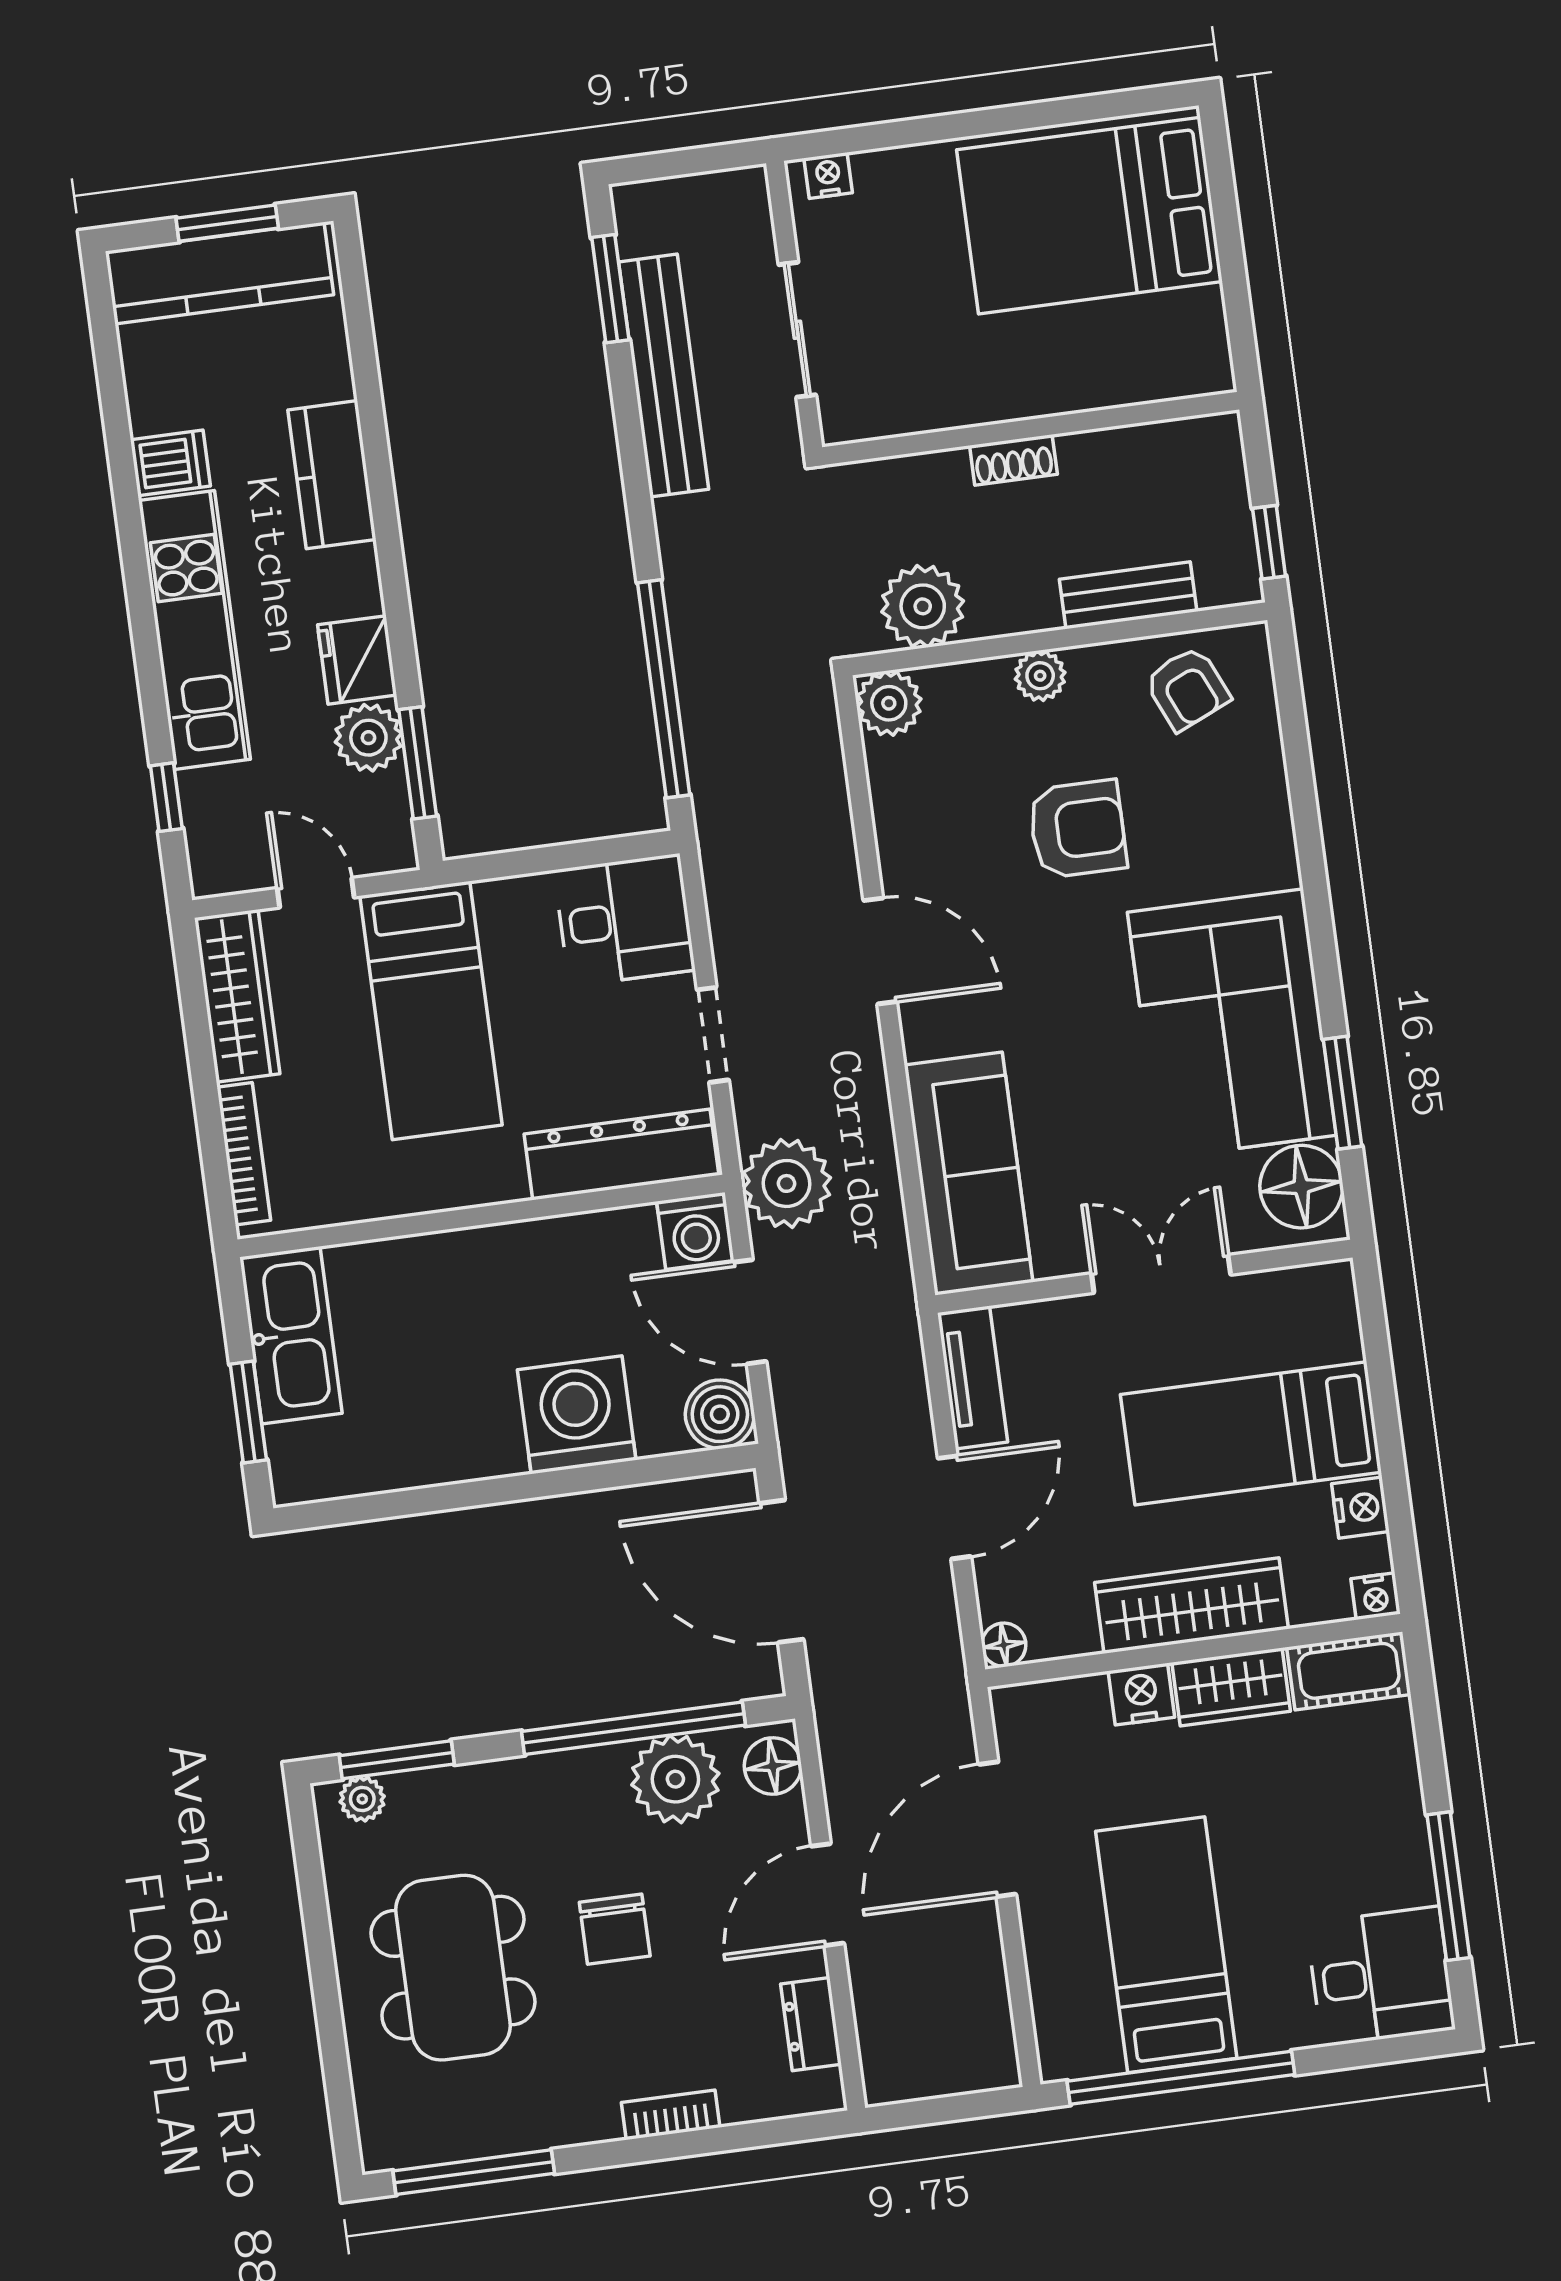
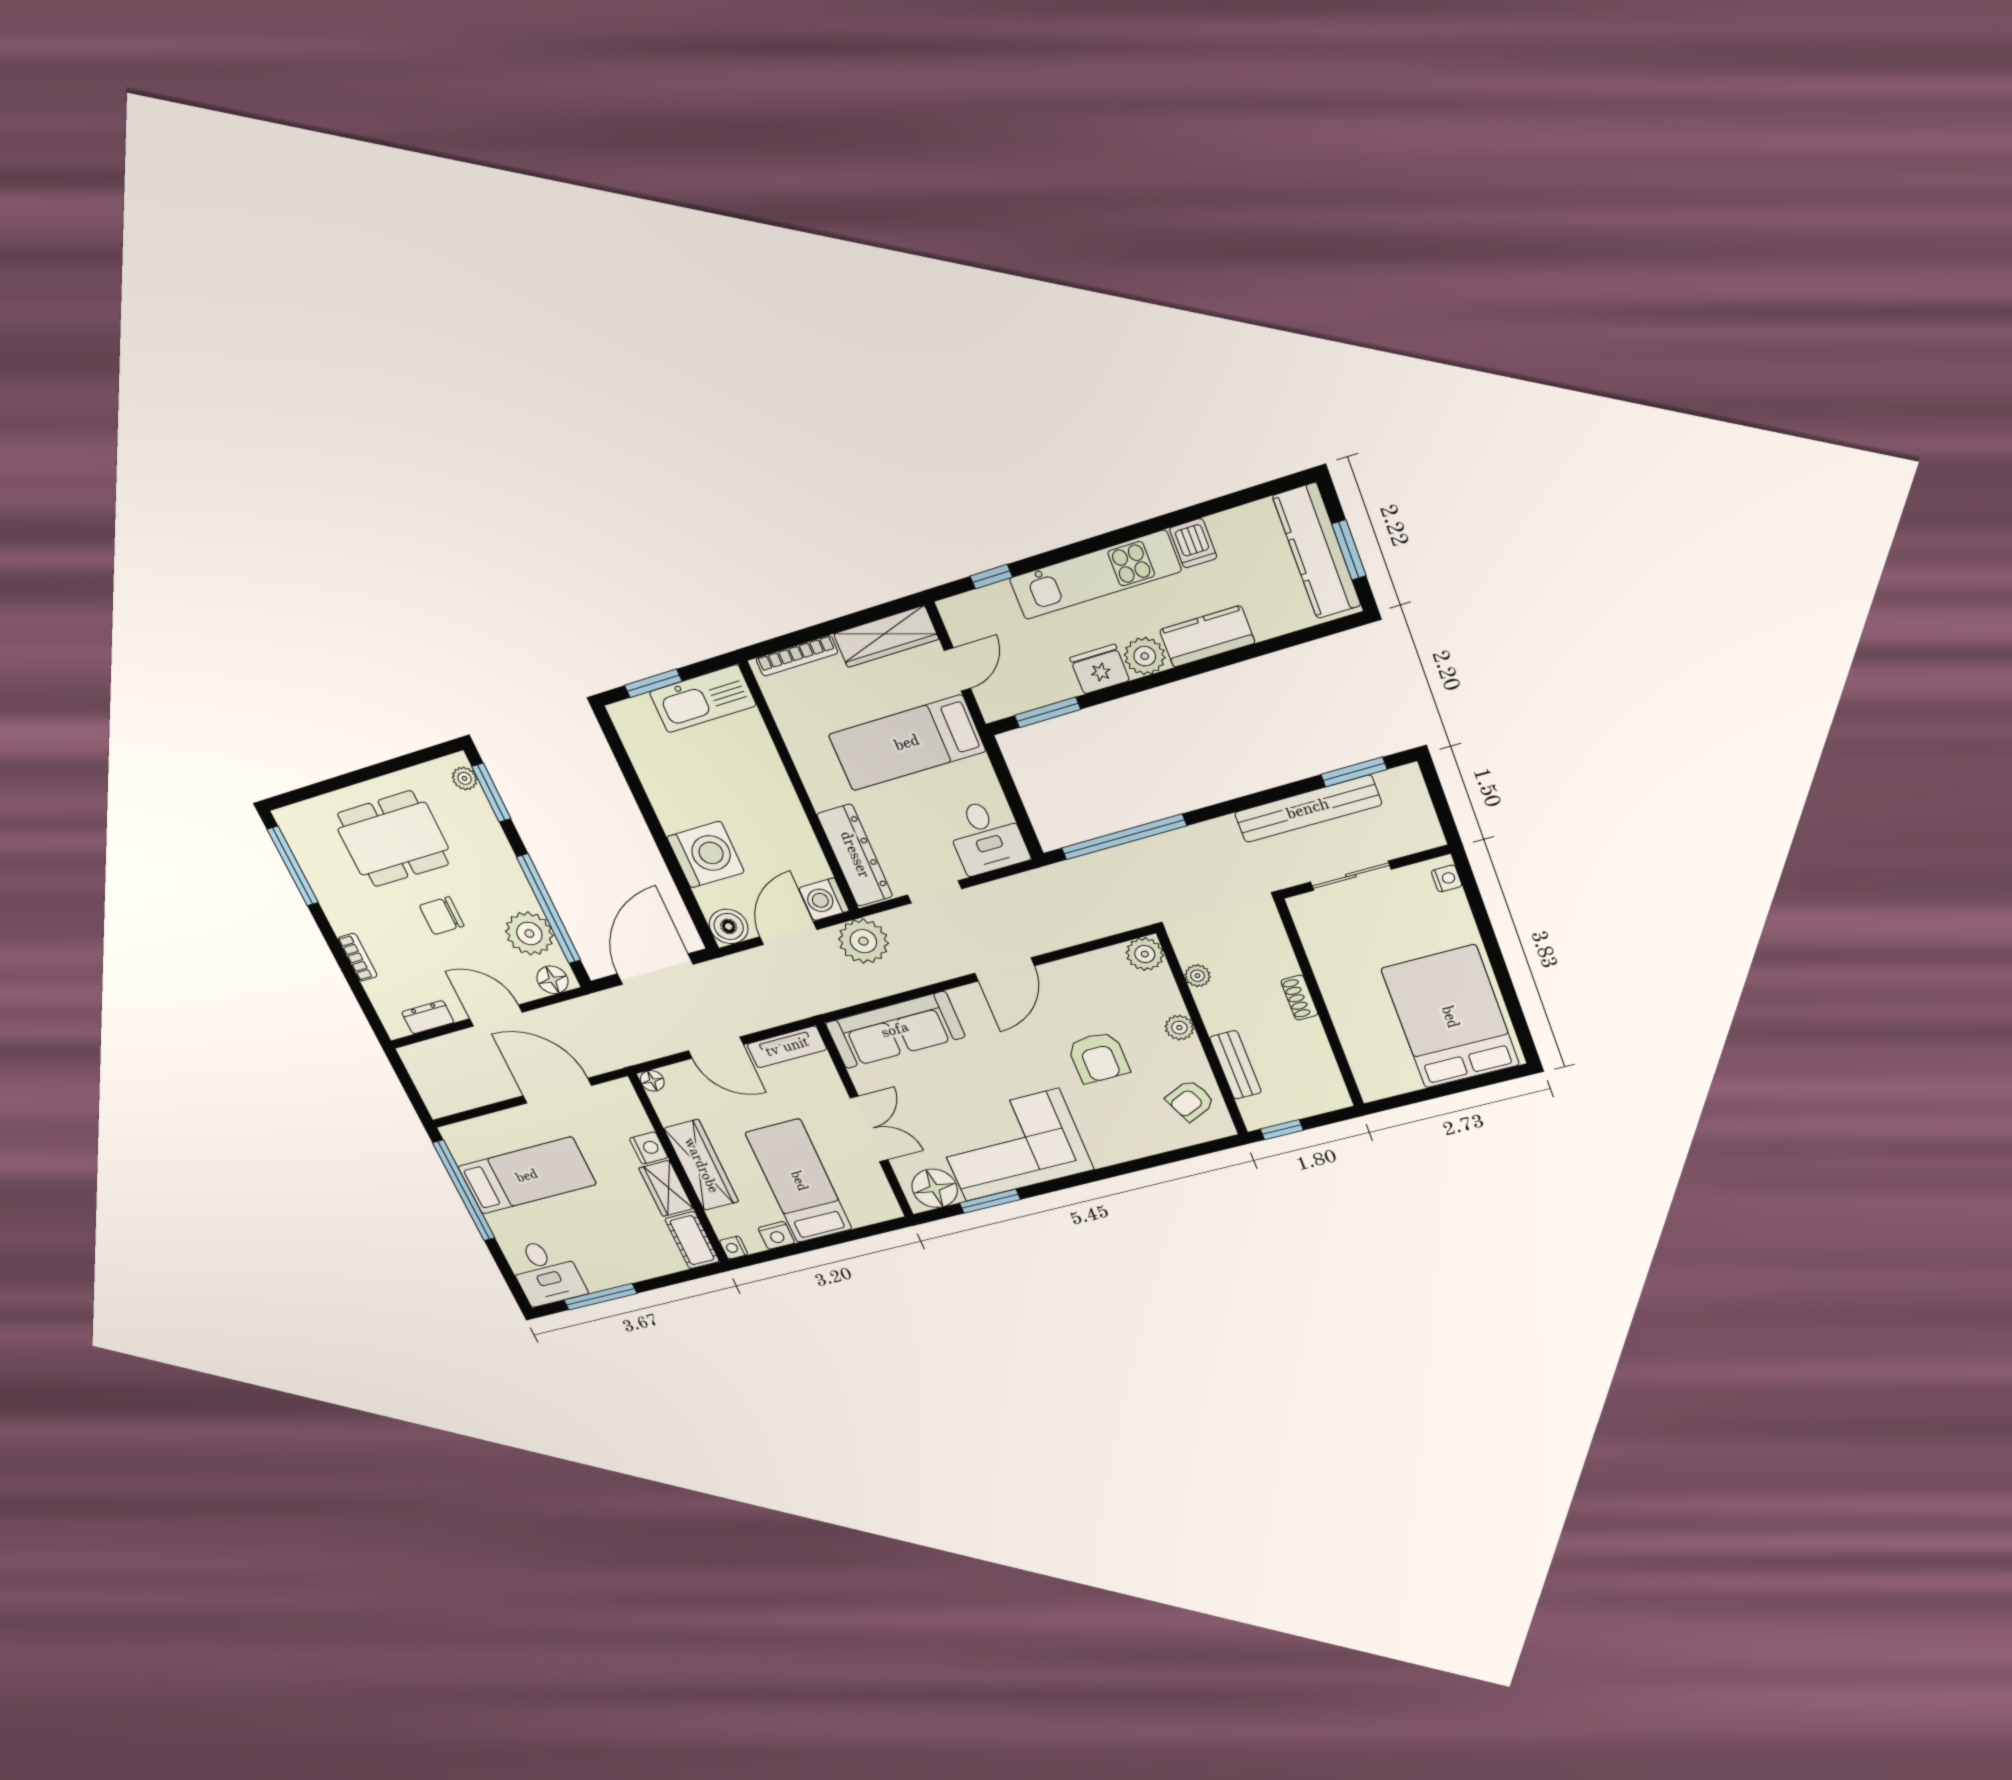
plant: (923, 606) -> (1198, 976), width x0.53, depth x0.53
plant: (368, 738) -> (1145, 656), moved

